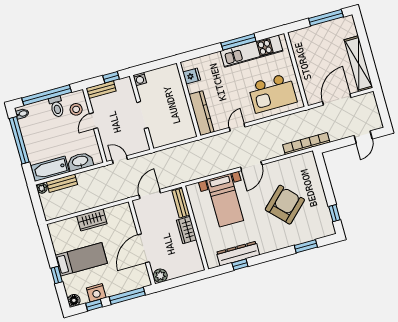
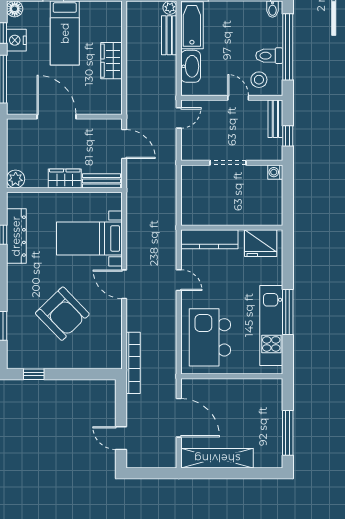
fridge: (192, 76) -> (261, 243), width x1.88, depth x1.34
plant: (160, 276) -> (16, 179), moved

